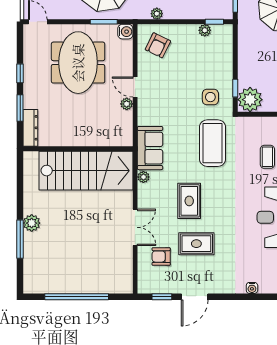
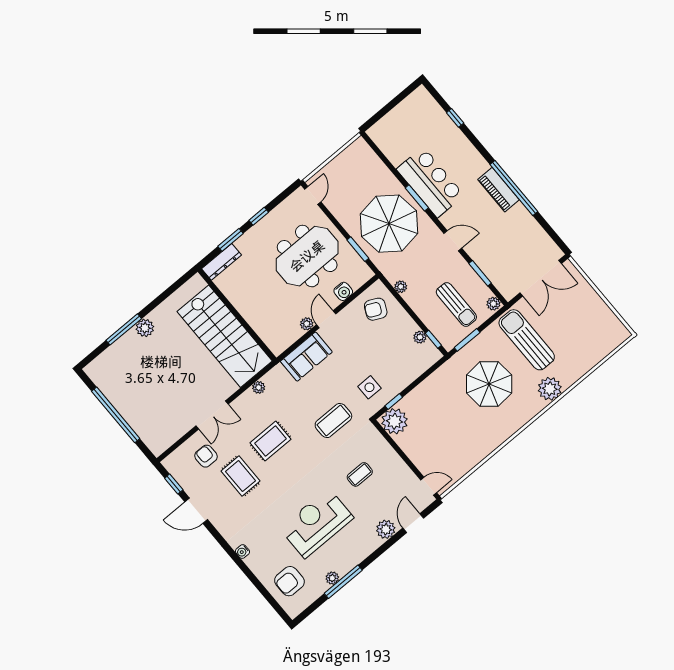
water cooler: (125, 32) -> (343, 291), moved
coffee table: (213, 143) -> (333, 420), width x0.73, depth x0.76
sofa: (150, 148) -> (306, 357), moved

